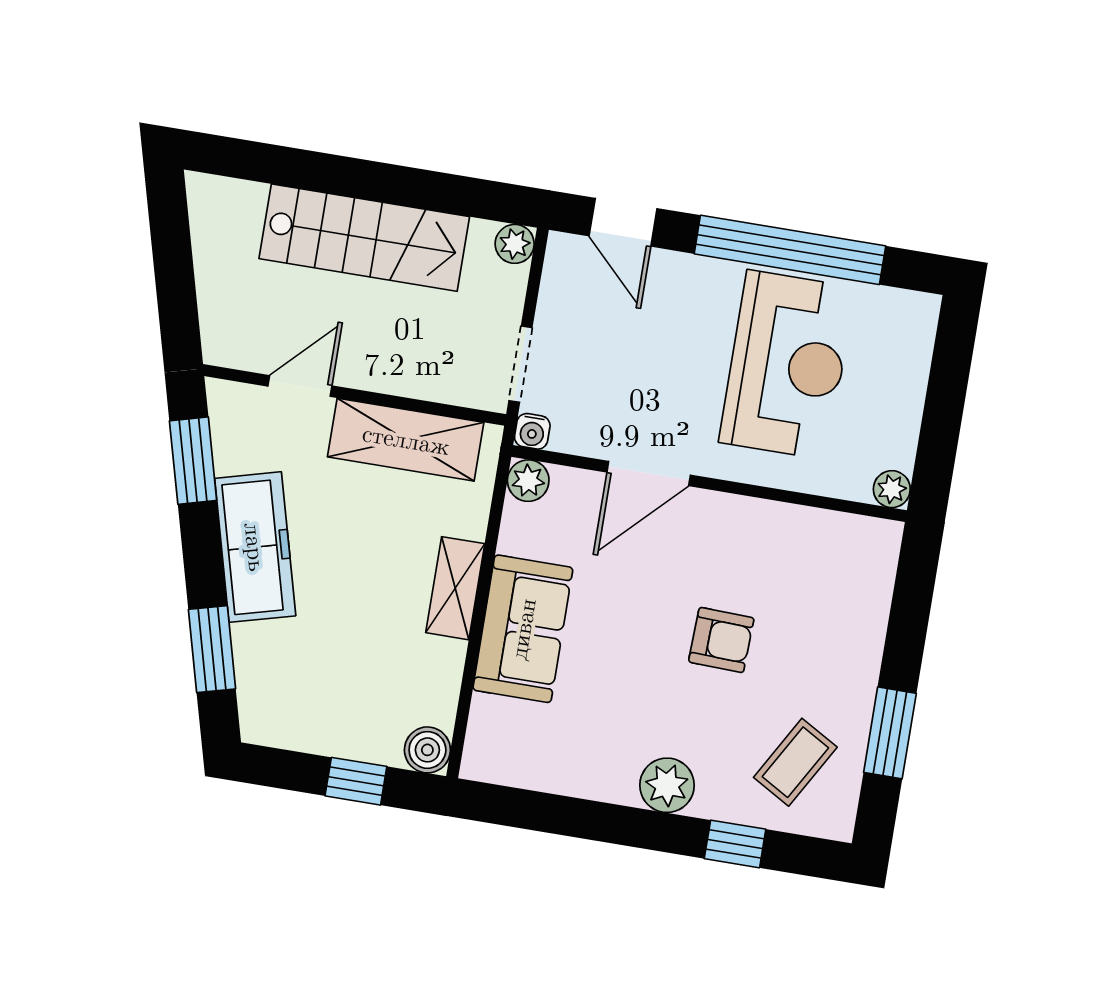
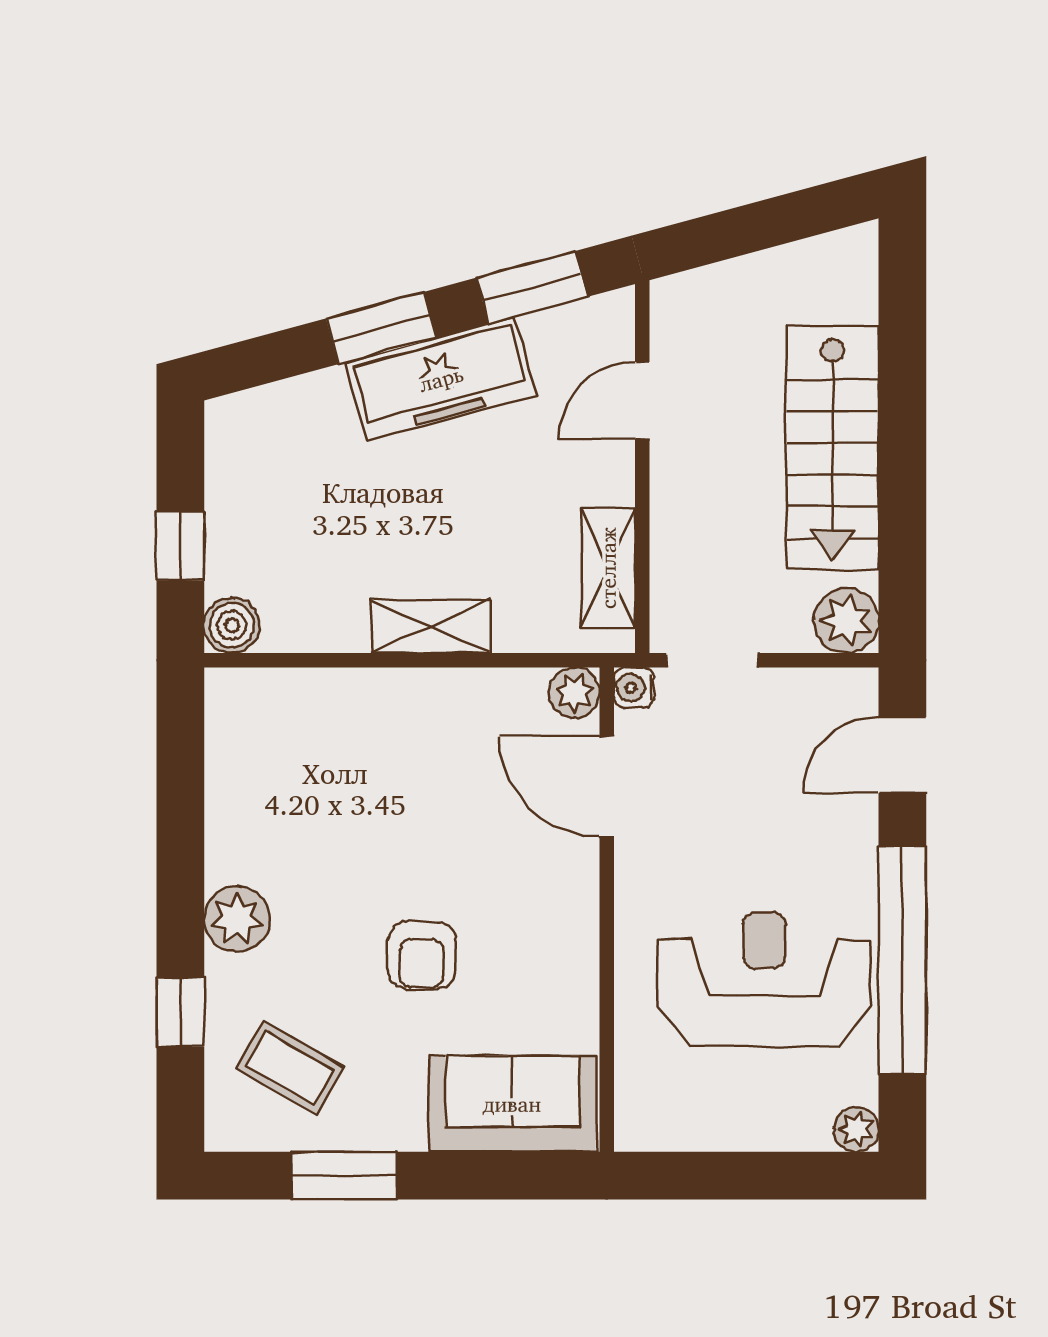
plant: (515, 244) -> (846, 621), width x1.38, depth x1.38
reception desk: (787, 365) -> (764, 979), turned 180
door: (300, 386) -> (642, 400), swing flipped
shelving: (406, 440) -> (608, 568), width x0.67, depth x0.75
door: (649, 474) -> (607, 786), moved
plant: (892, 489) -> (856, 1130), moved
sofa: (523, 629) -> (512, 1104), moved, turned 180
window: (212, 649) -> (381, 328), moved

